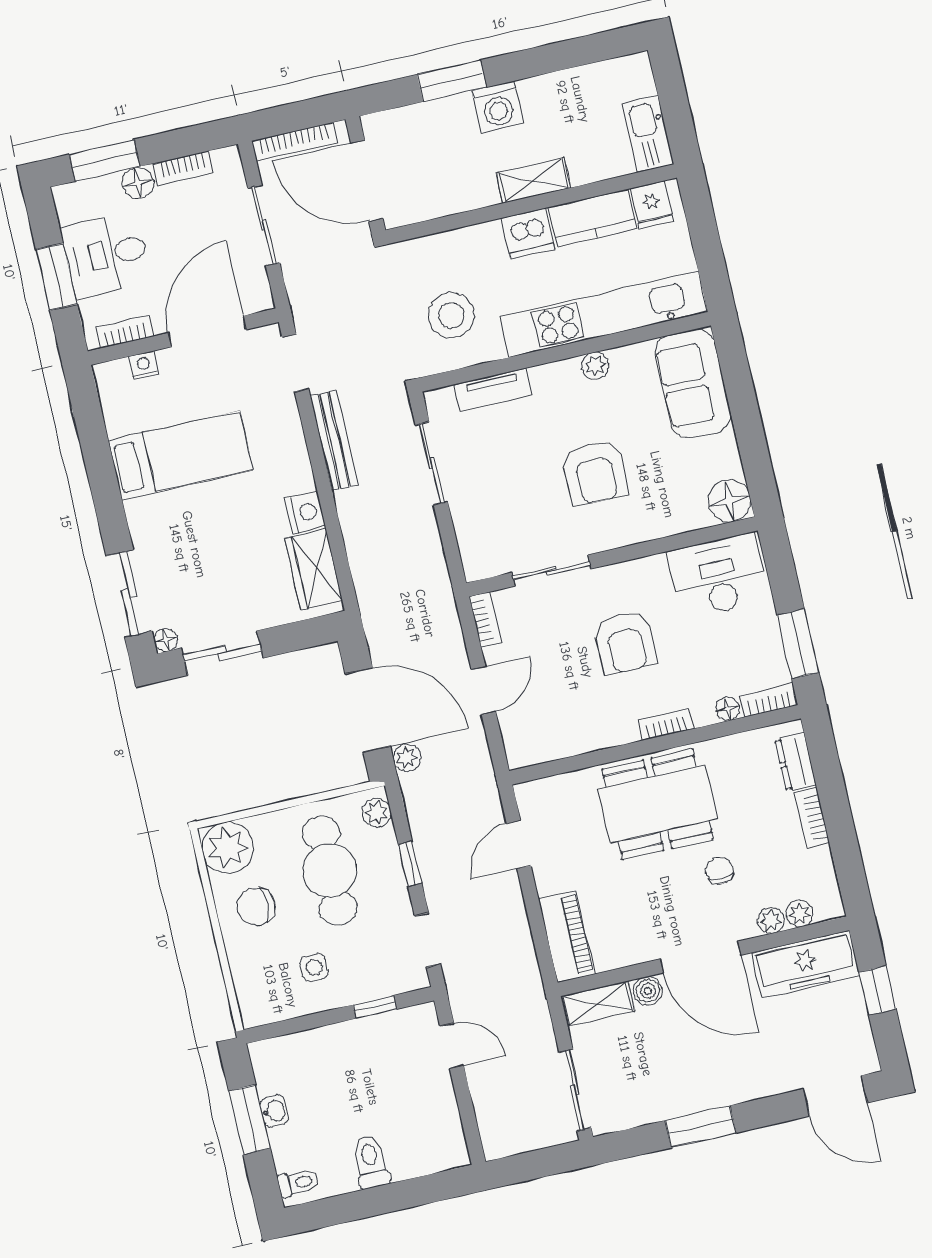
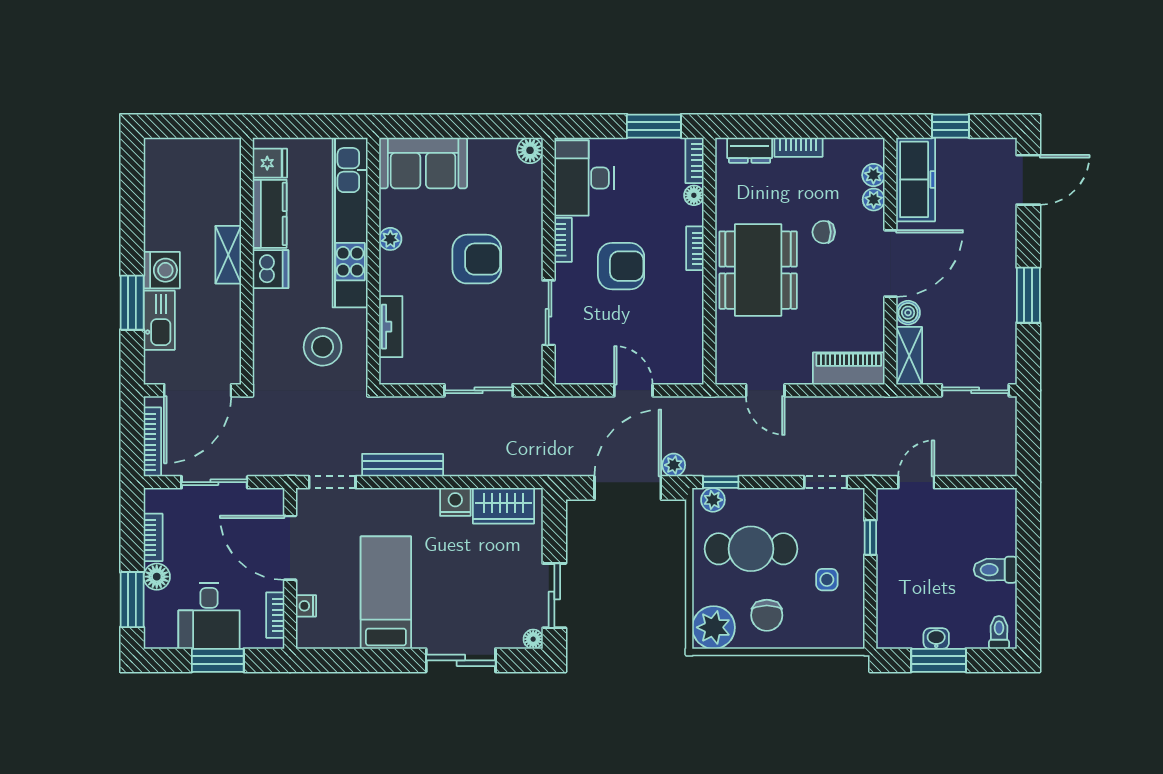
kitchen sink: (648, 134) -> (159, 320), moved, turned -90
sliding door: (431, 463) -> (479, 390), moved
floor lamp: (729, 501) -> (530, 150), width x0.73, depth x0.73
sliding door: (129, 594) -> (461, 660), moved
bookcase: (485, 620) -> (563, 240), moved, turned 90
window: (410, 864) -> (721, 482), moved

